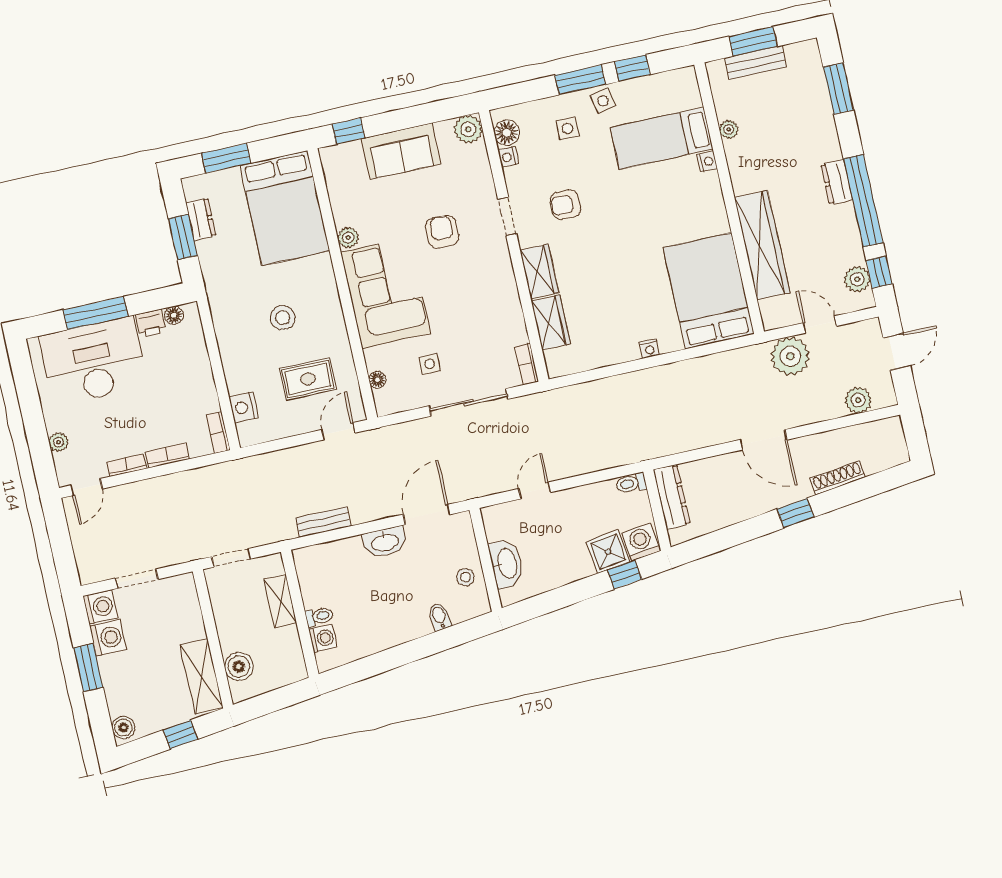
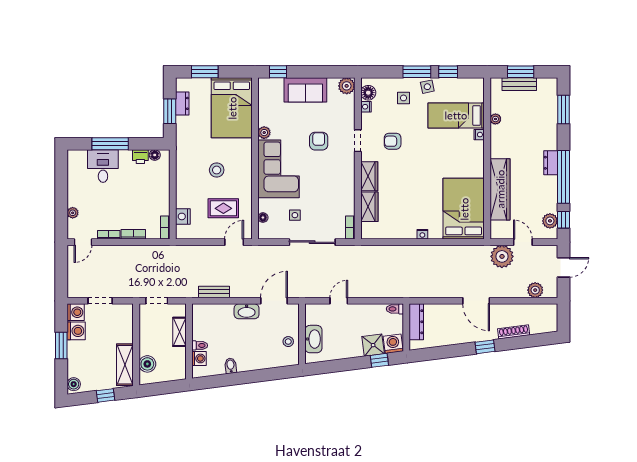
desk: (94, 361) -> (103, 166), width x0.53, depth x0.77
bidet: (439, 617) -> (231, 366), moved

